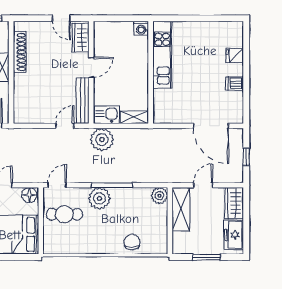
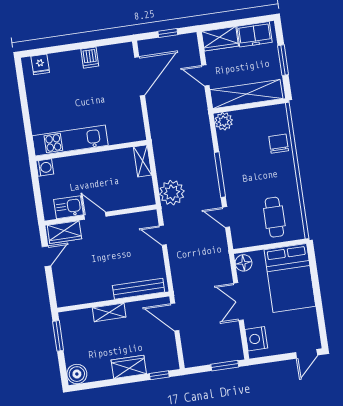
shoe rack: (20, 52) -> (90, 296), removed
fridge: (235, 56) -> (40, 64), moved
bench: (83, 101) -> (139, 289), moved
kitchen sink: (107, 115) -> (68, 207), moved, turned 90
door: (57, 185) -> (226, 217), moved
plant: (100, 198) -> (236, 186), removed
shelving: (181, 209) -> (246, 94), width x1.47
cafe table: (64, 214) -> (274, 217), moved
chair: (132, 242) -> (279, 144), turned 90

